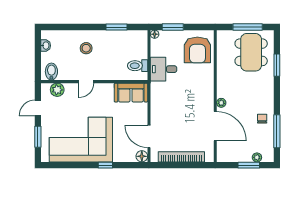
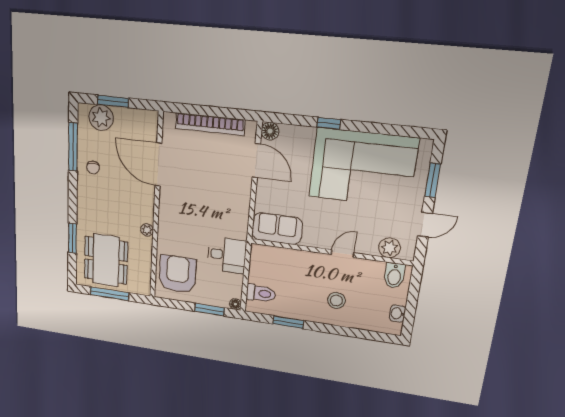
toilet: (138, 66) -> (261, 293), moved
plant: (221, 103) -> (147, 230), moved
plant: (257, 157) -> (101, 118), width x1.88, depth x1.88

